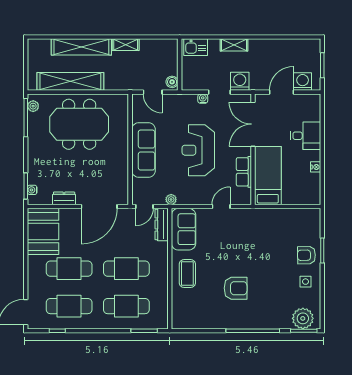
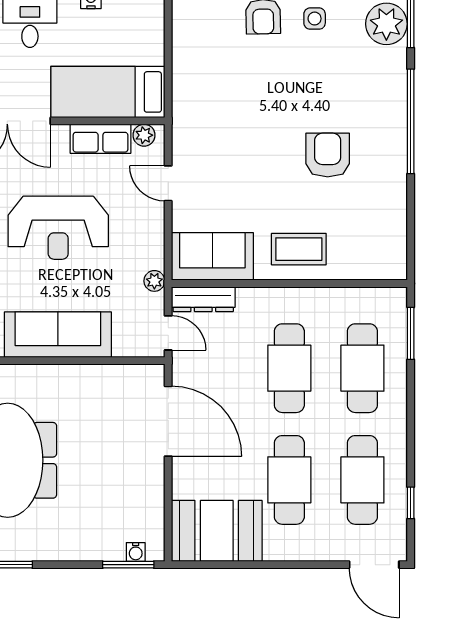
plant: (246, 194) -> (144, 135), added
dresser: (64, 198) -> (152, 490), removed

